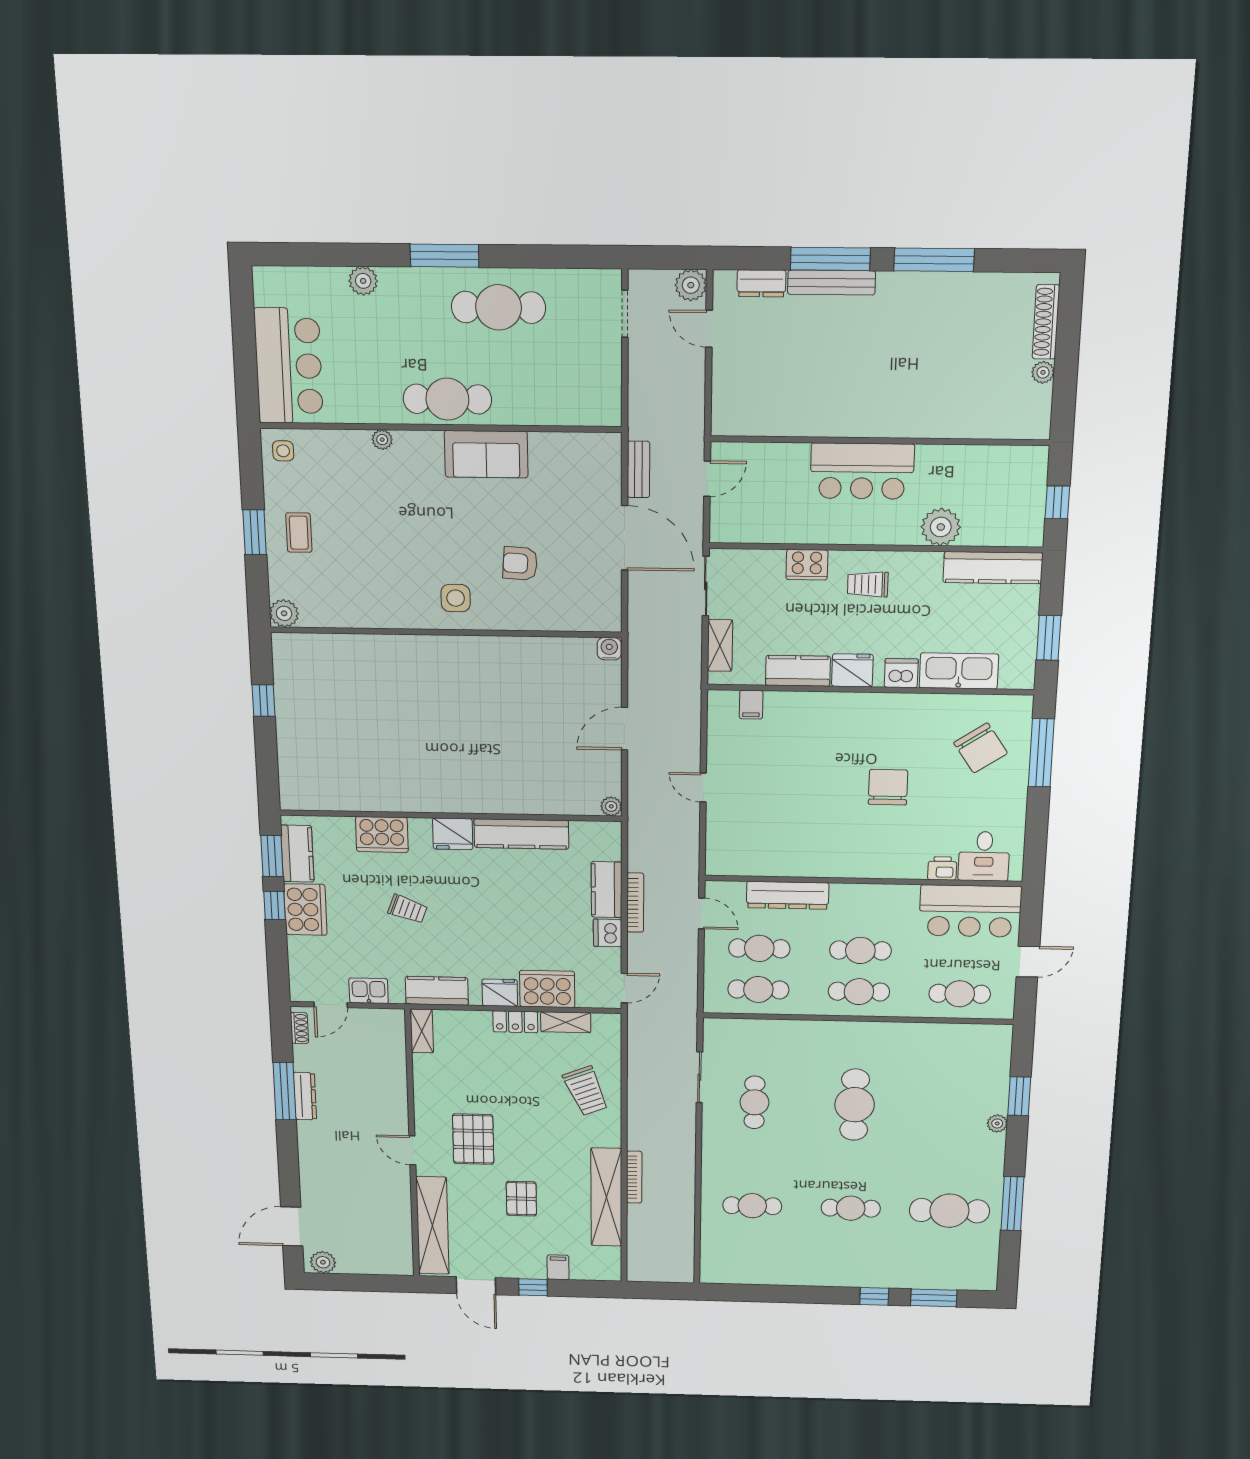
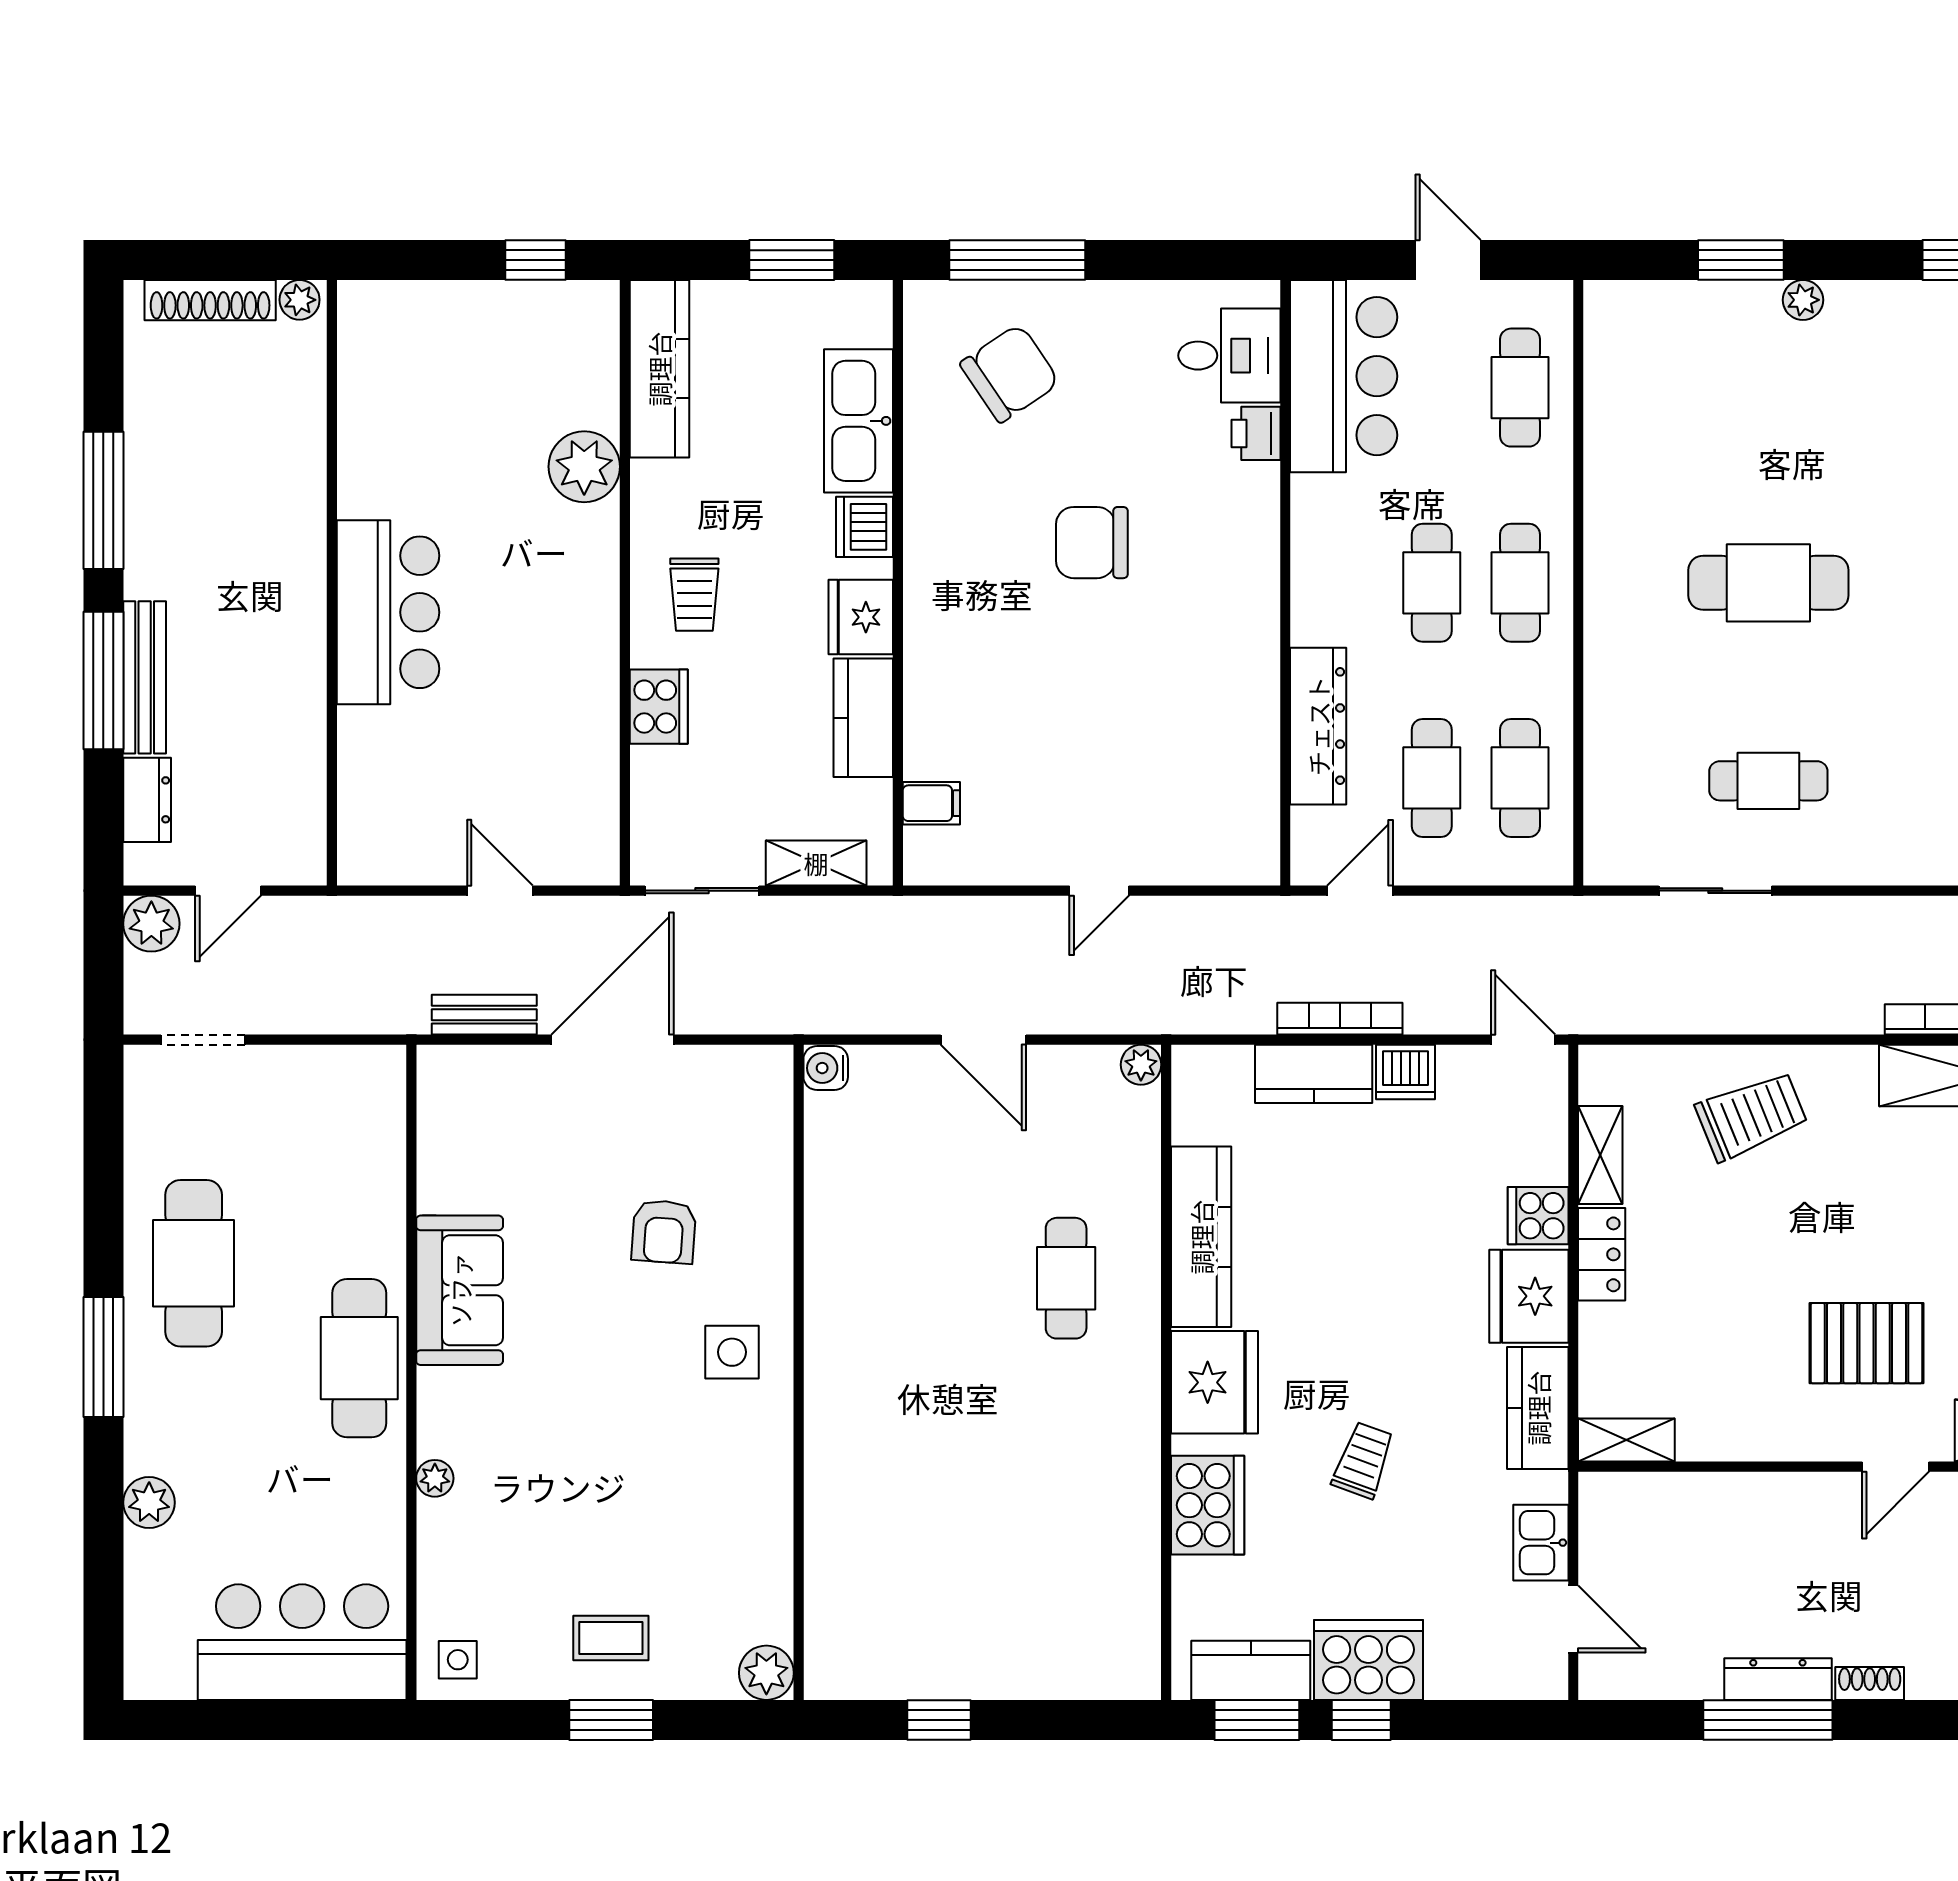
wall: (880, 441) -> (332, 583), moved
bar counter: (862, 471) -> (388, 612), moved
cafe table: (499, 768) -> (1066, 1278), added
fridge: (453, 834) -> (1214, 1382), width x1.36, depth x1.34
cooker: (547, 989) -> (1538, 1216), width x0.53, depth x0.76
fridge: (500, 993) -> (1529, 1296), width x1.36, depth x1.34
shoe rack: (299, 1028) -> (1870, 1683), moved

